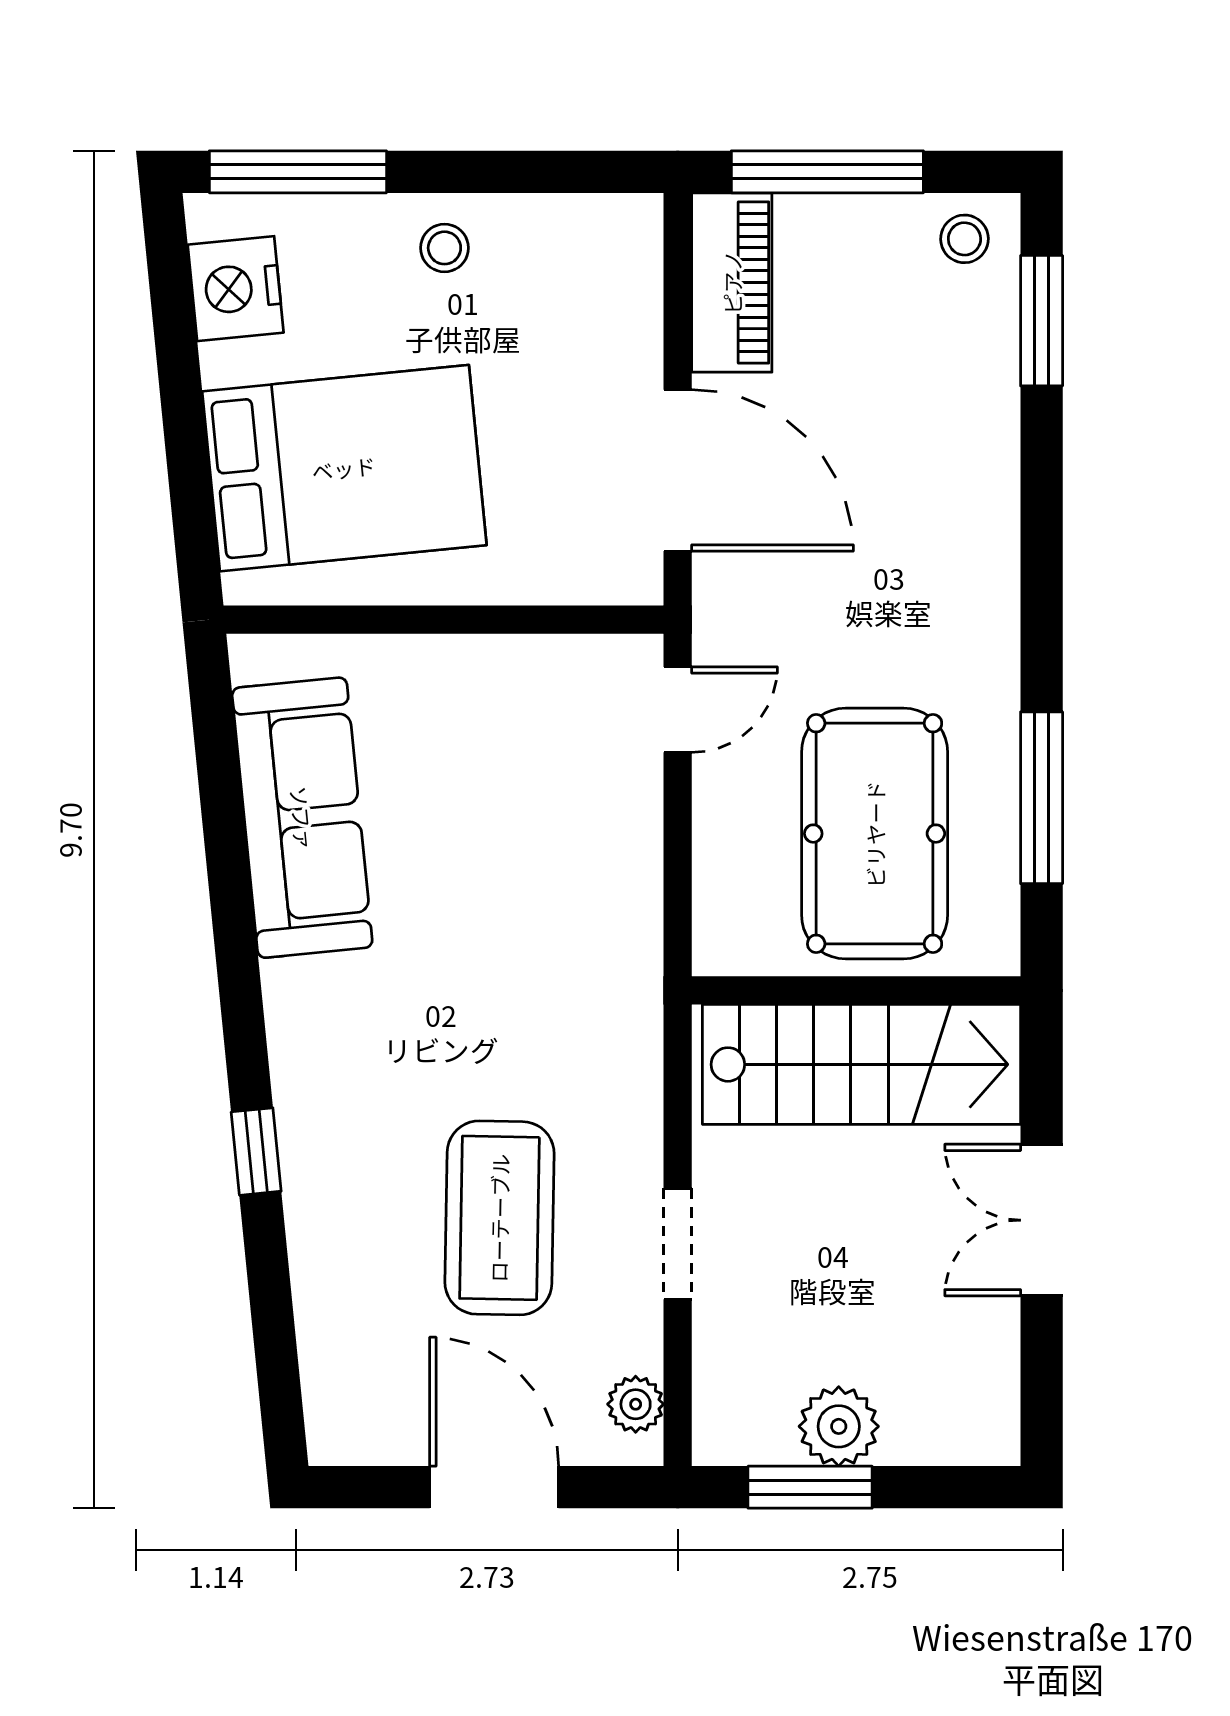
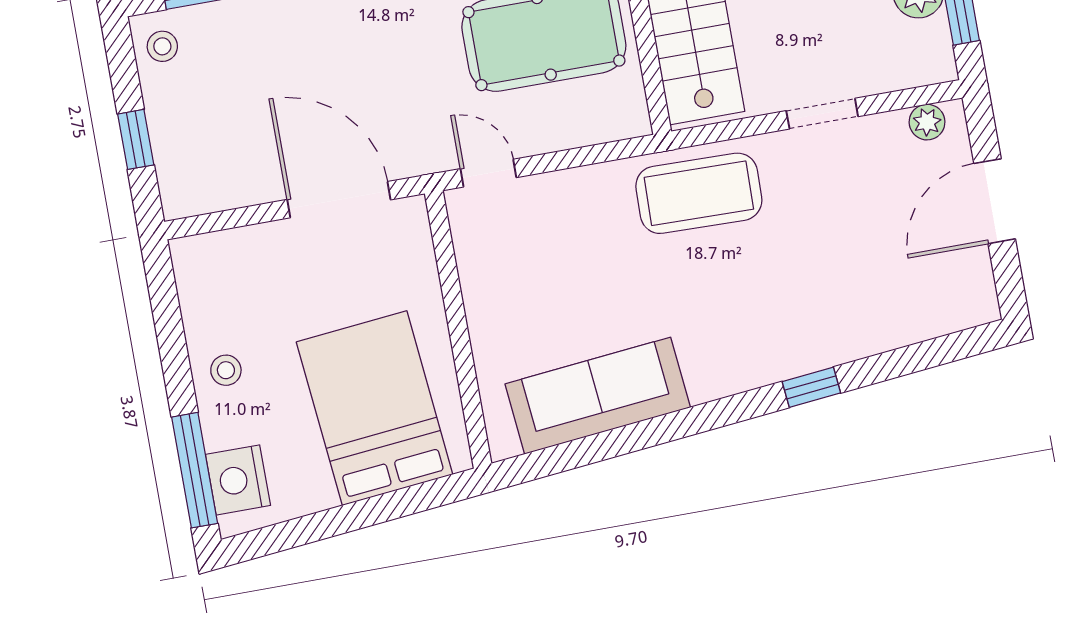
window: (827, 172) -> (136, 139), width x0.46
piano: (732, 282) -> (216, 187), removed
nightstand: (236, 289) -> (238, 480), moved, turned 96
door: (678, 470) -> (339, 200), hinge flipped
coffee table: (499, 1218) -> (699, 193), moved

